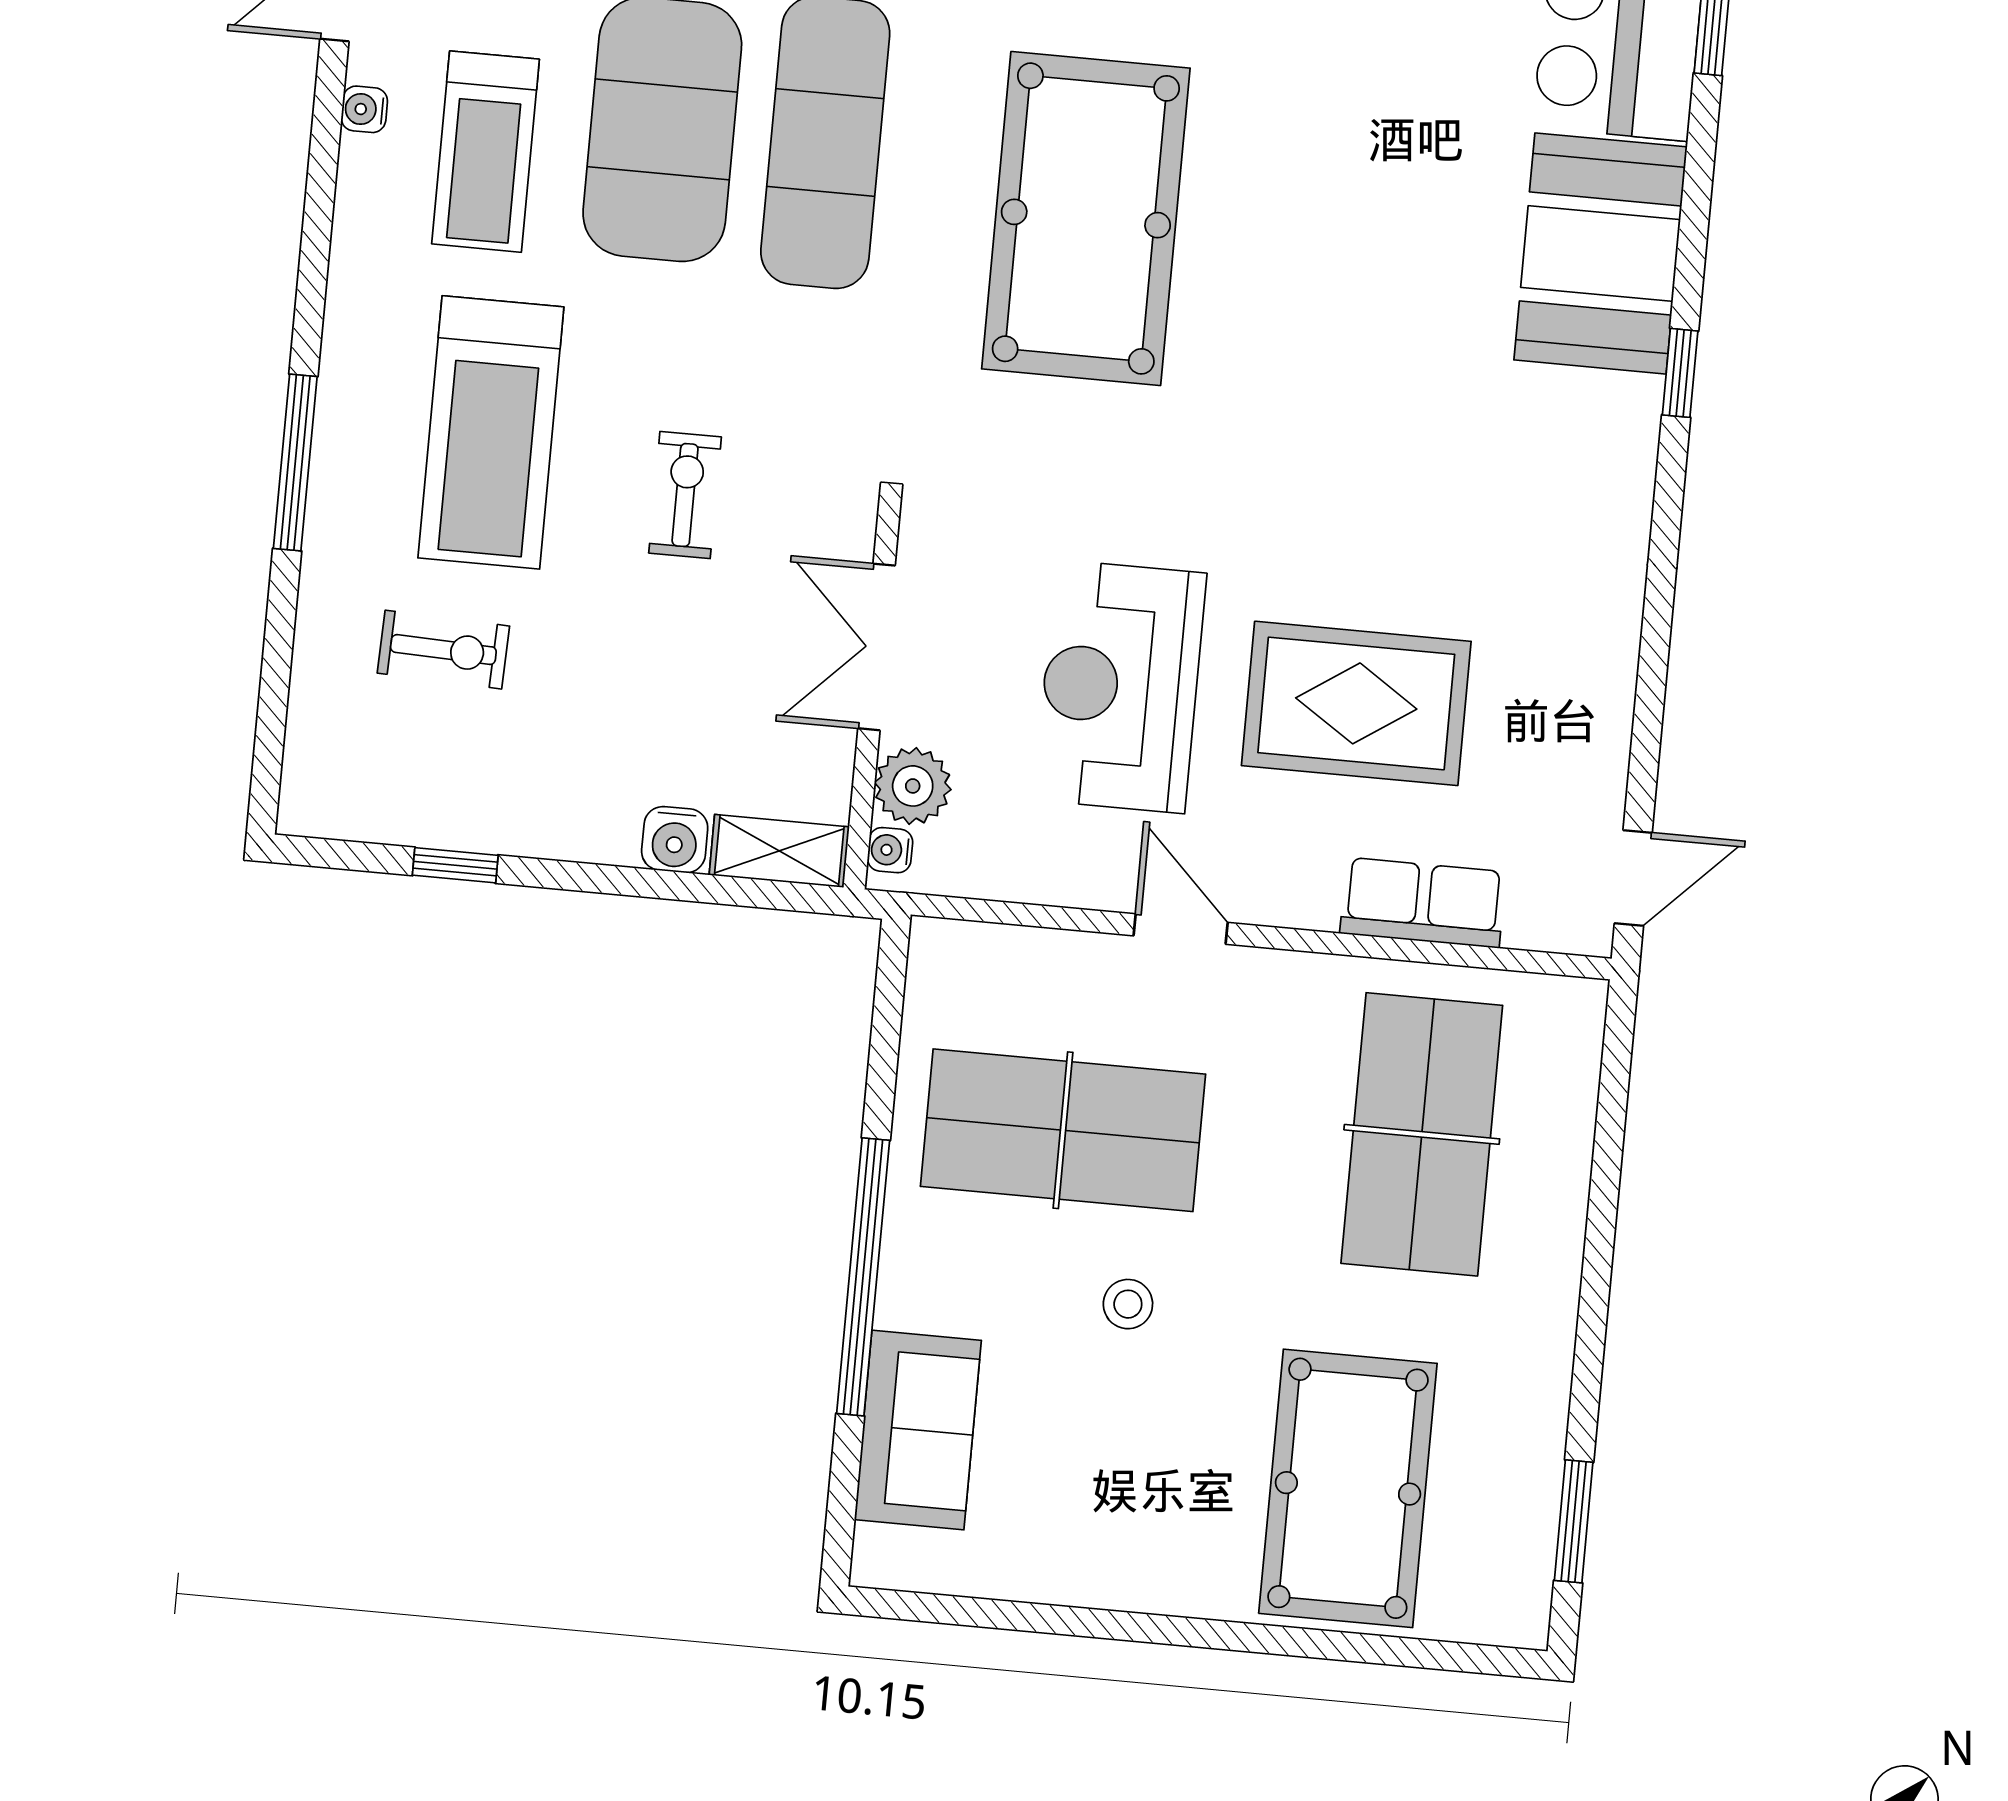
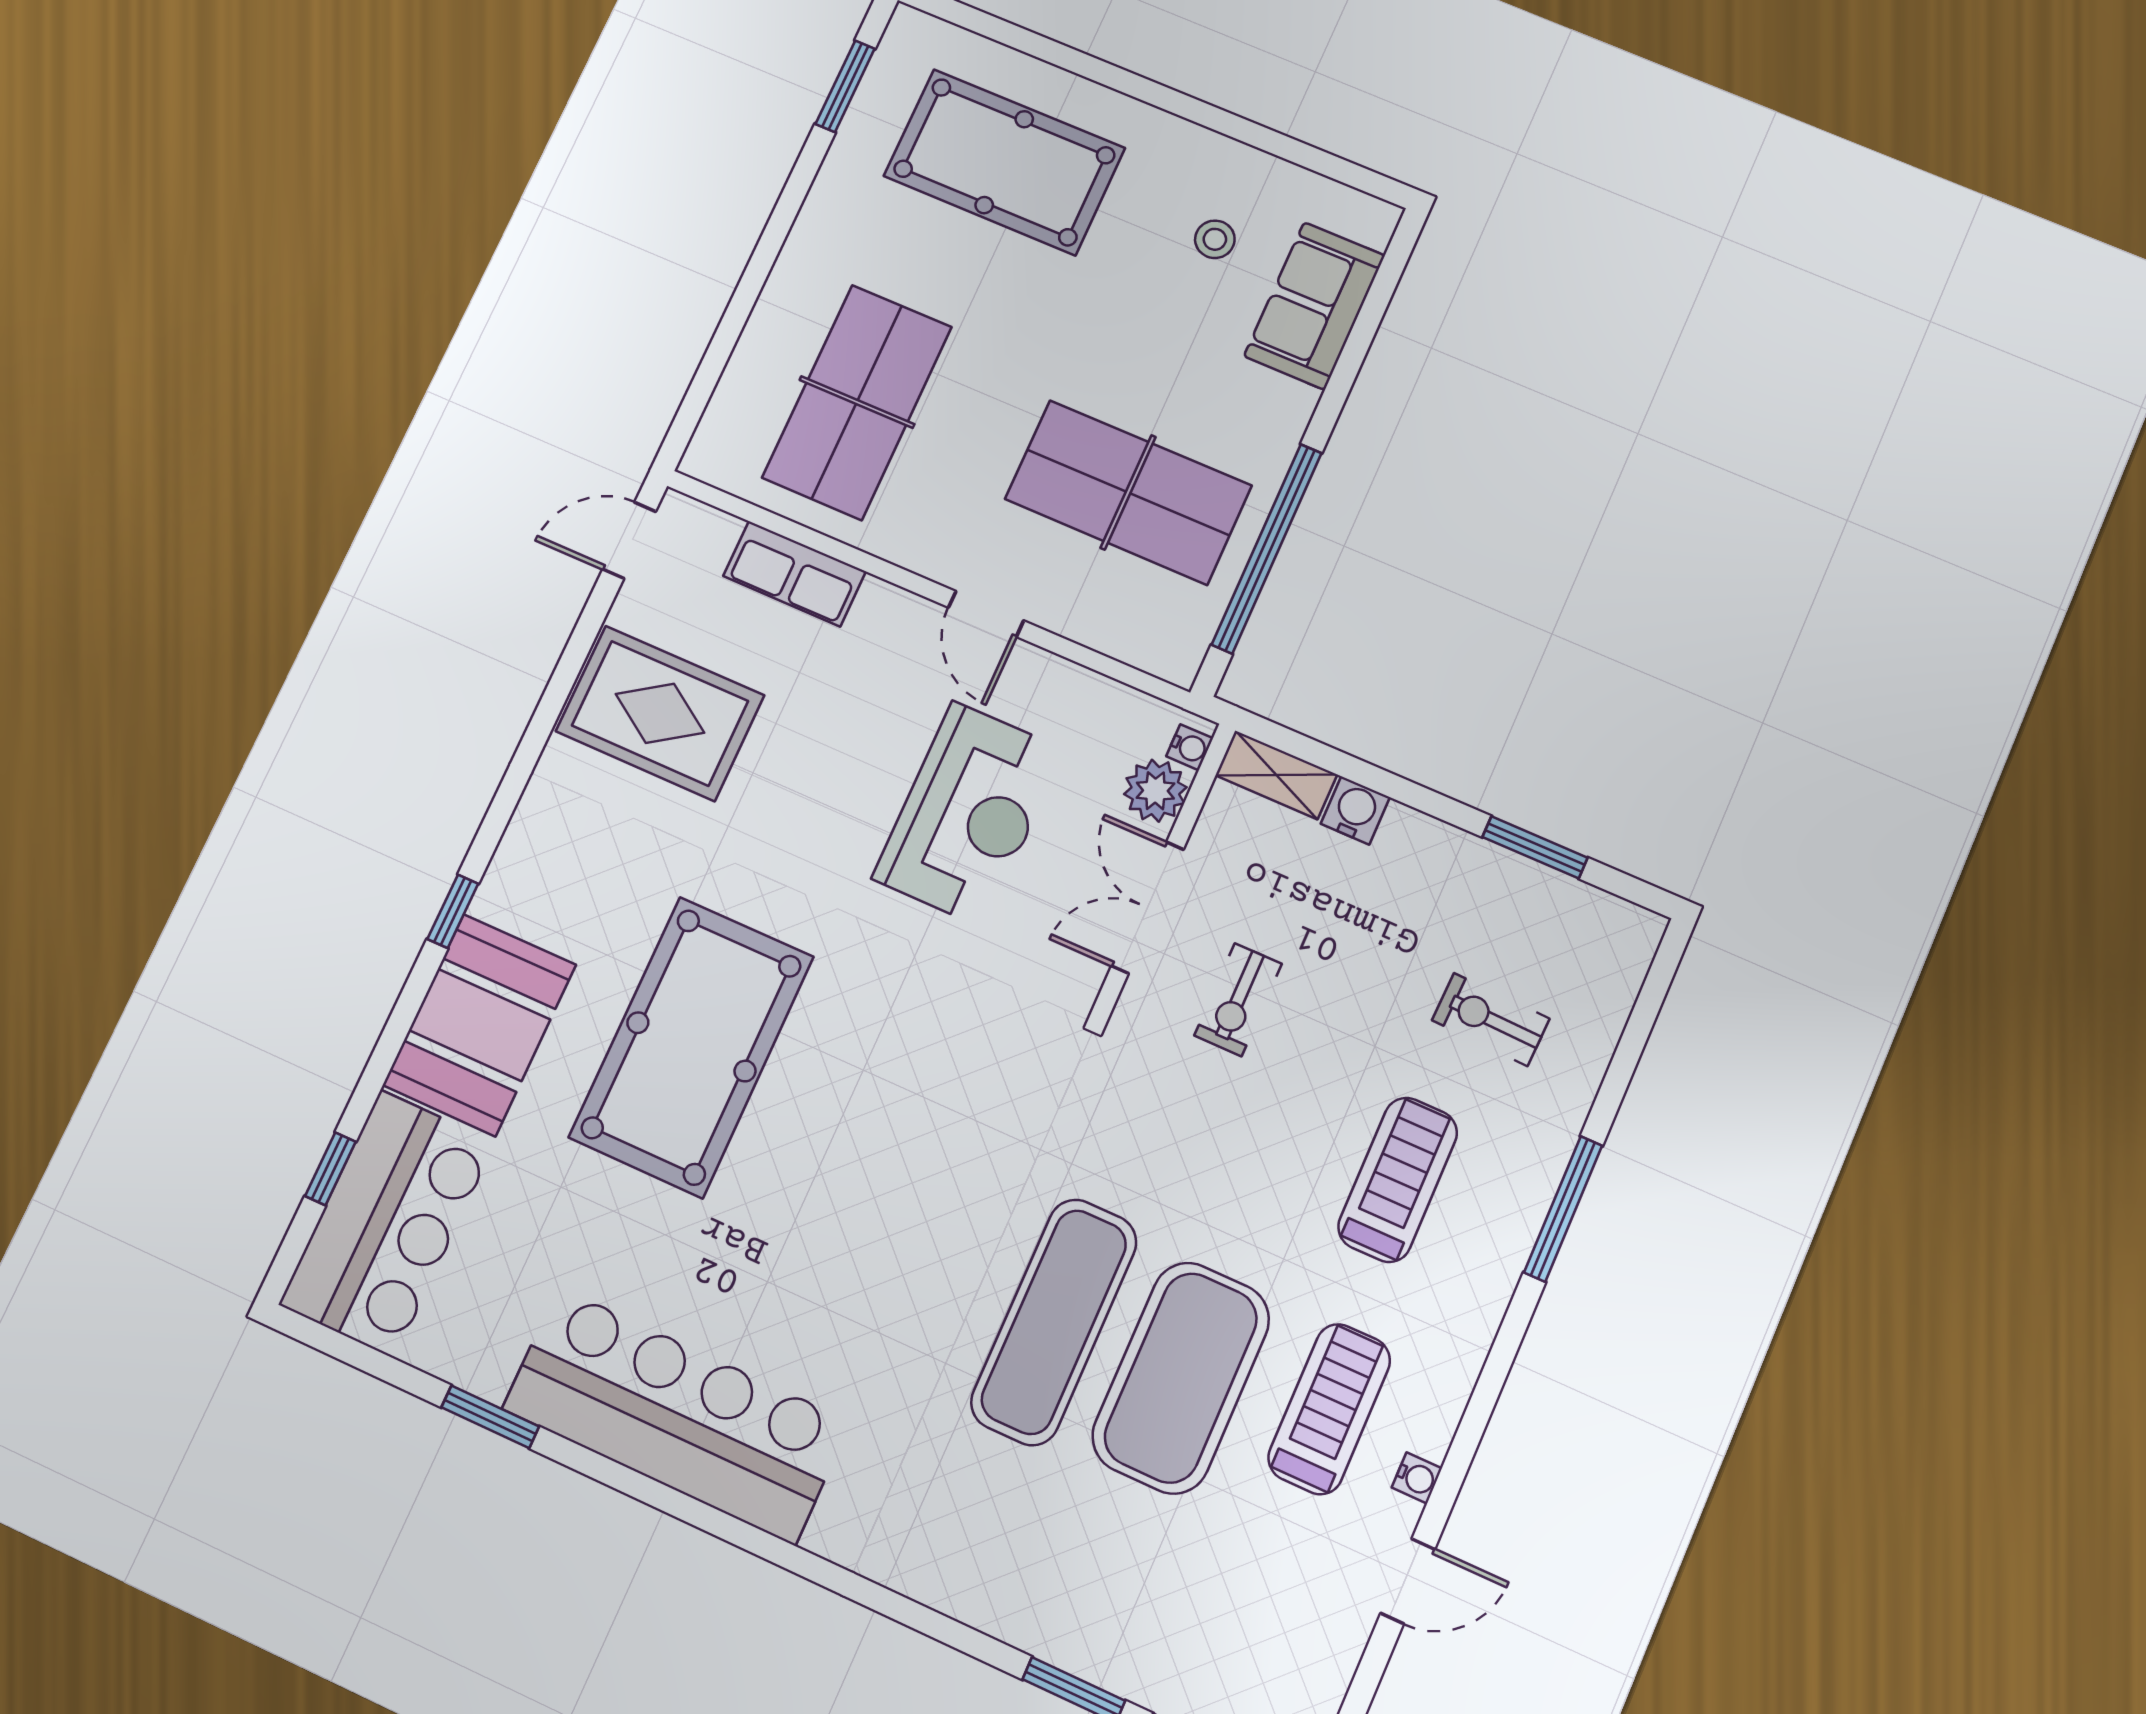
pool table: (1086, 219) -> (691, 1047), moved
treadmill: (491, 432) -> (1398, 1180), width x0.73, depth x0.73
exercise bike: (685, 495) -> (1238, 1000), moved
double door: (876, 647) -> (1148, 908), swing flipped
rug: (1356, 703) -> (660, 713), moved
window: (455, 865) -> (1535, 847), width x1.50
window: (863, 1277) -> (1267, 549), moved
stool: (1128, 1304) -> (1215, 239), moved
pool table: (1348, 1488) -> (1004, 162), turned 90

